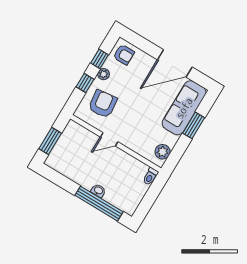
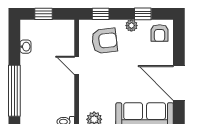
window: (85, 83) -> (101, 14), moved
window: (50, 141) -> (44, 14), width x0.67
washbasin: (98, 191) -> (25, 47), moved

